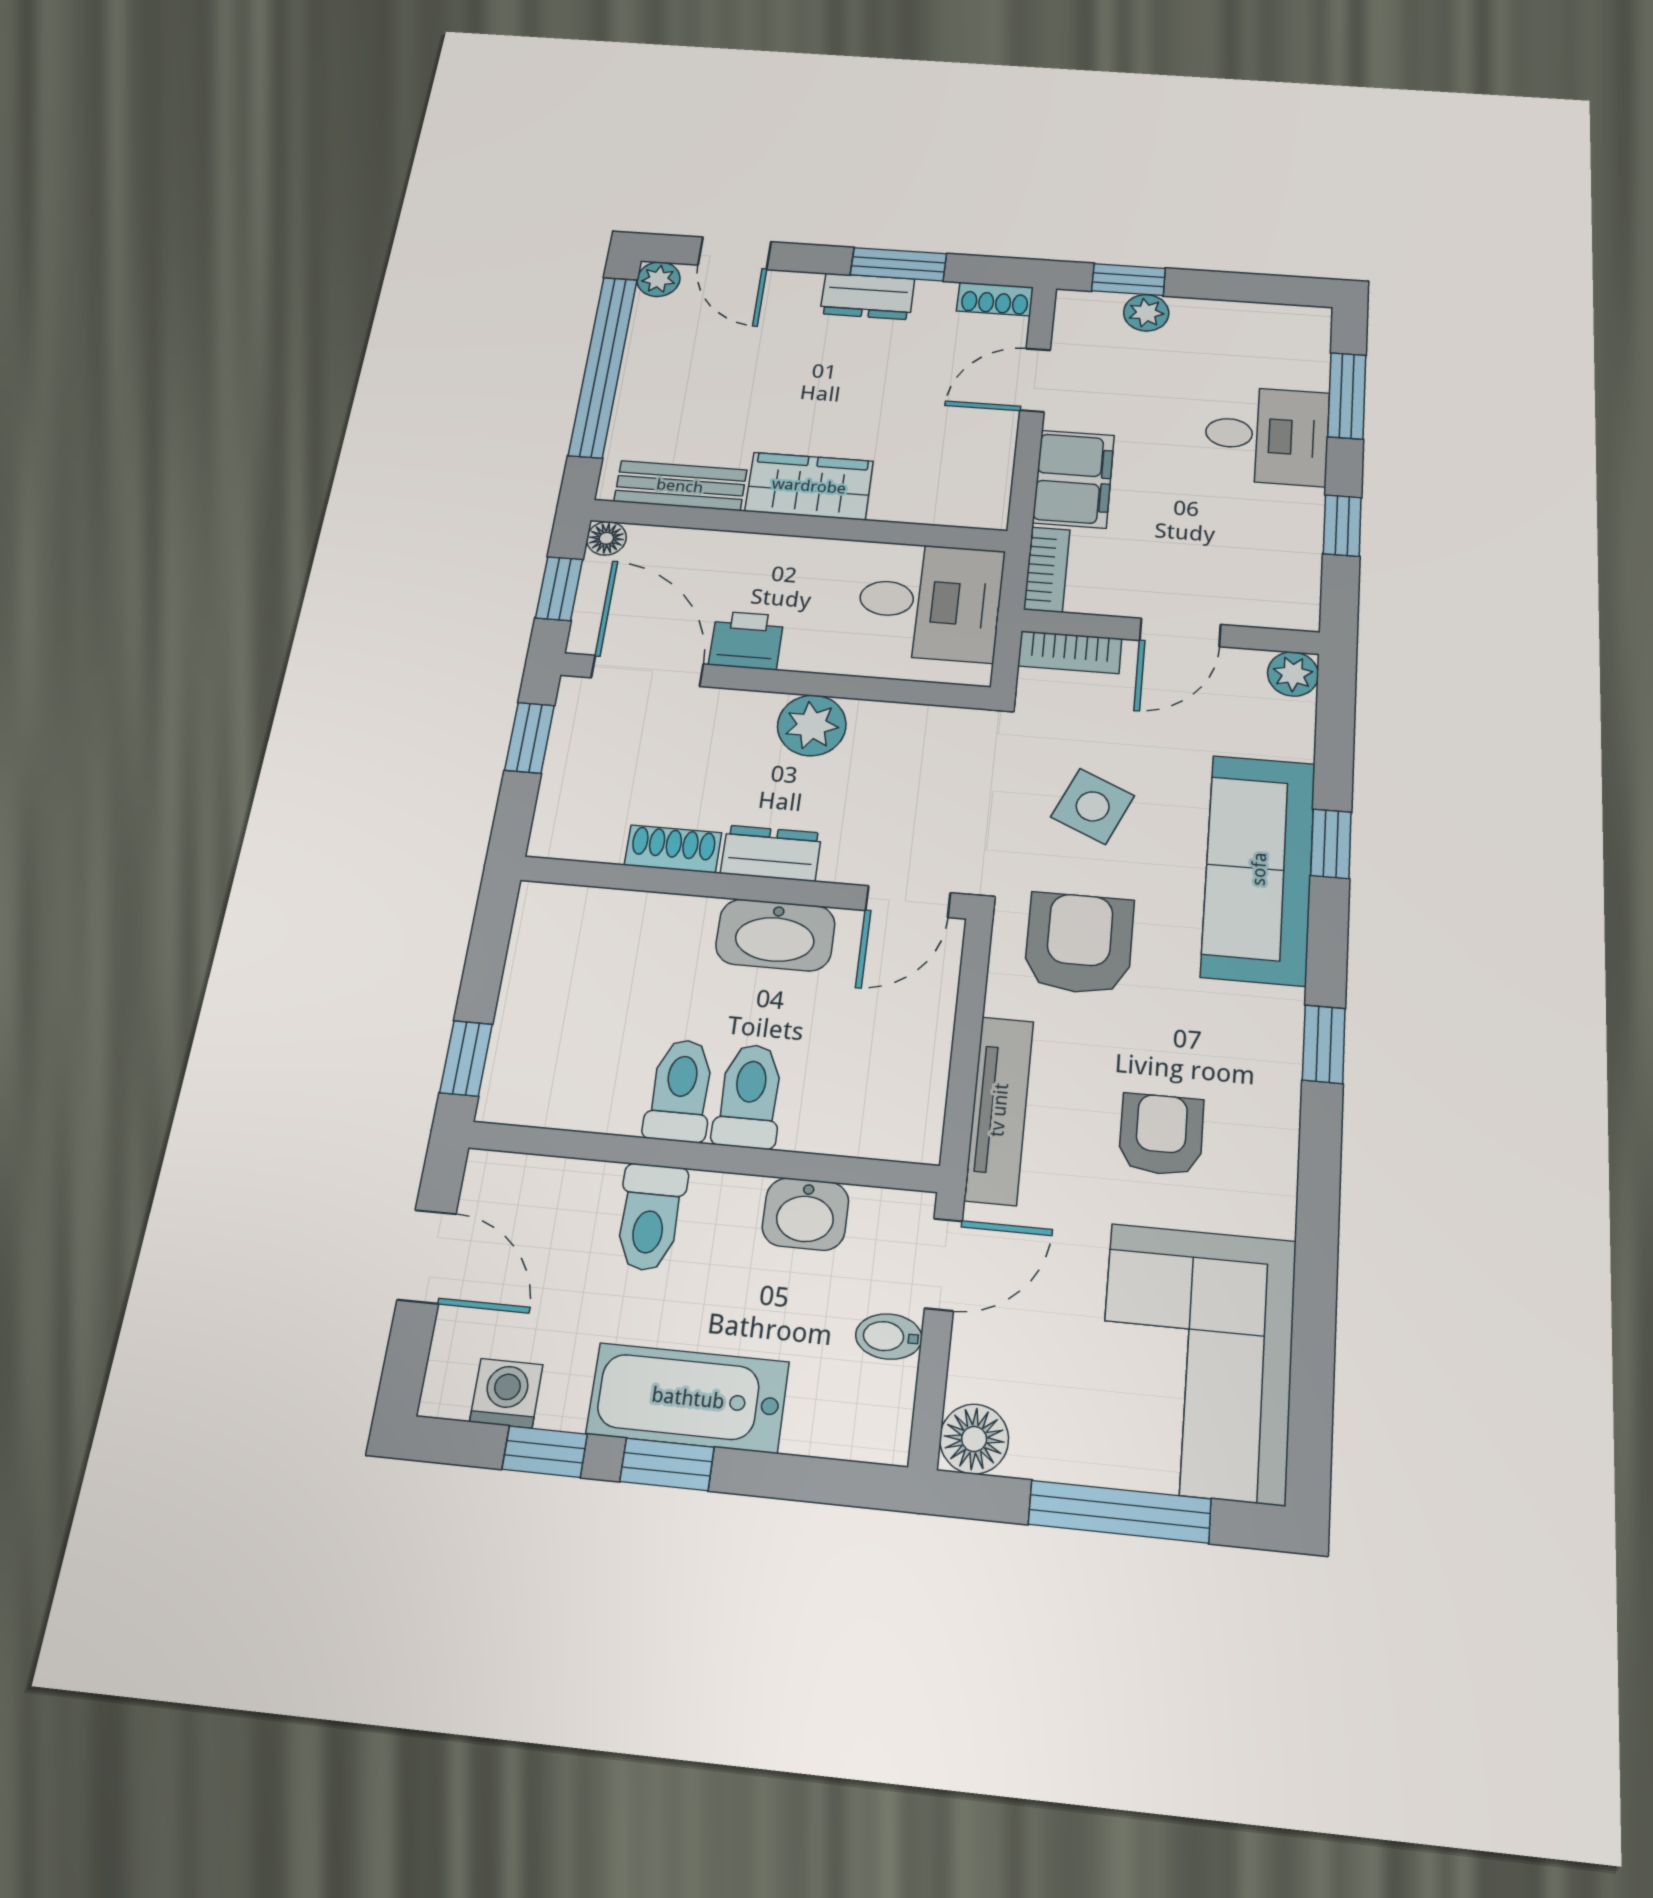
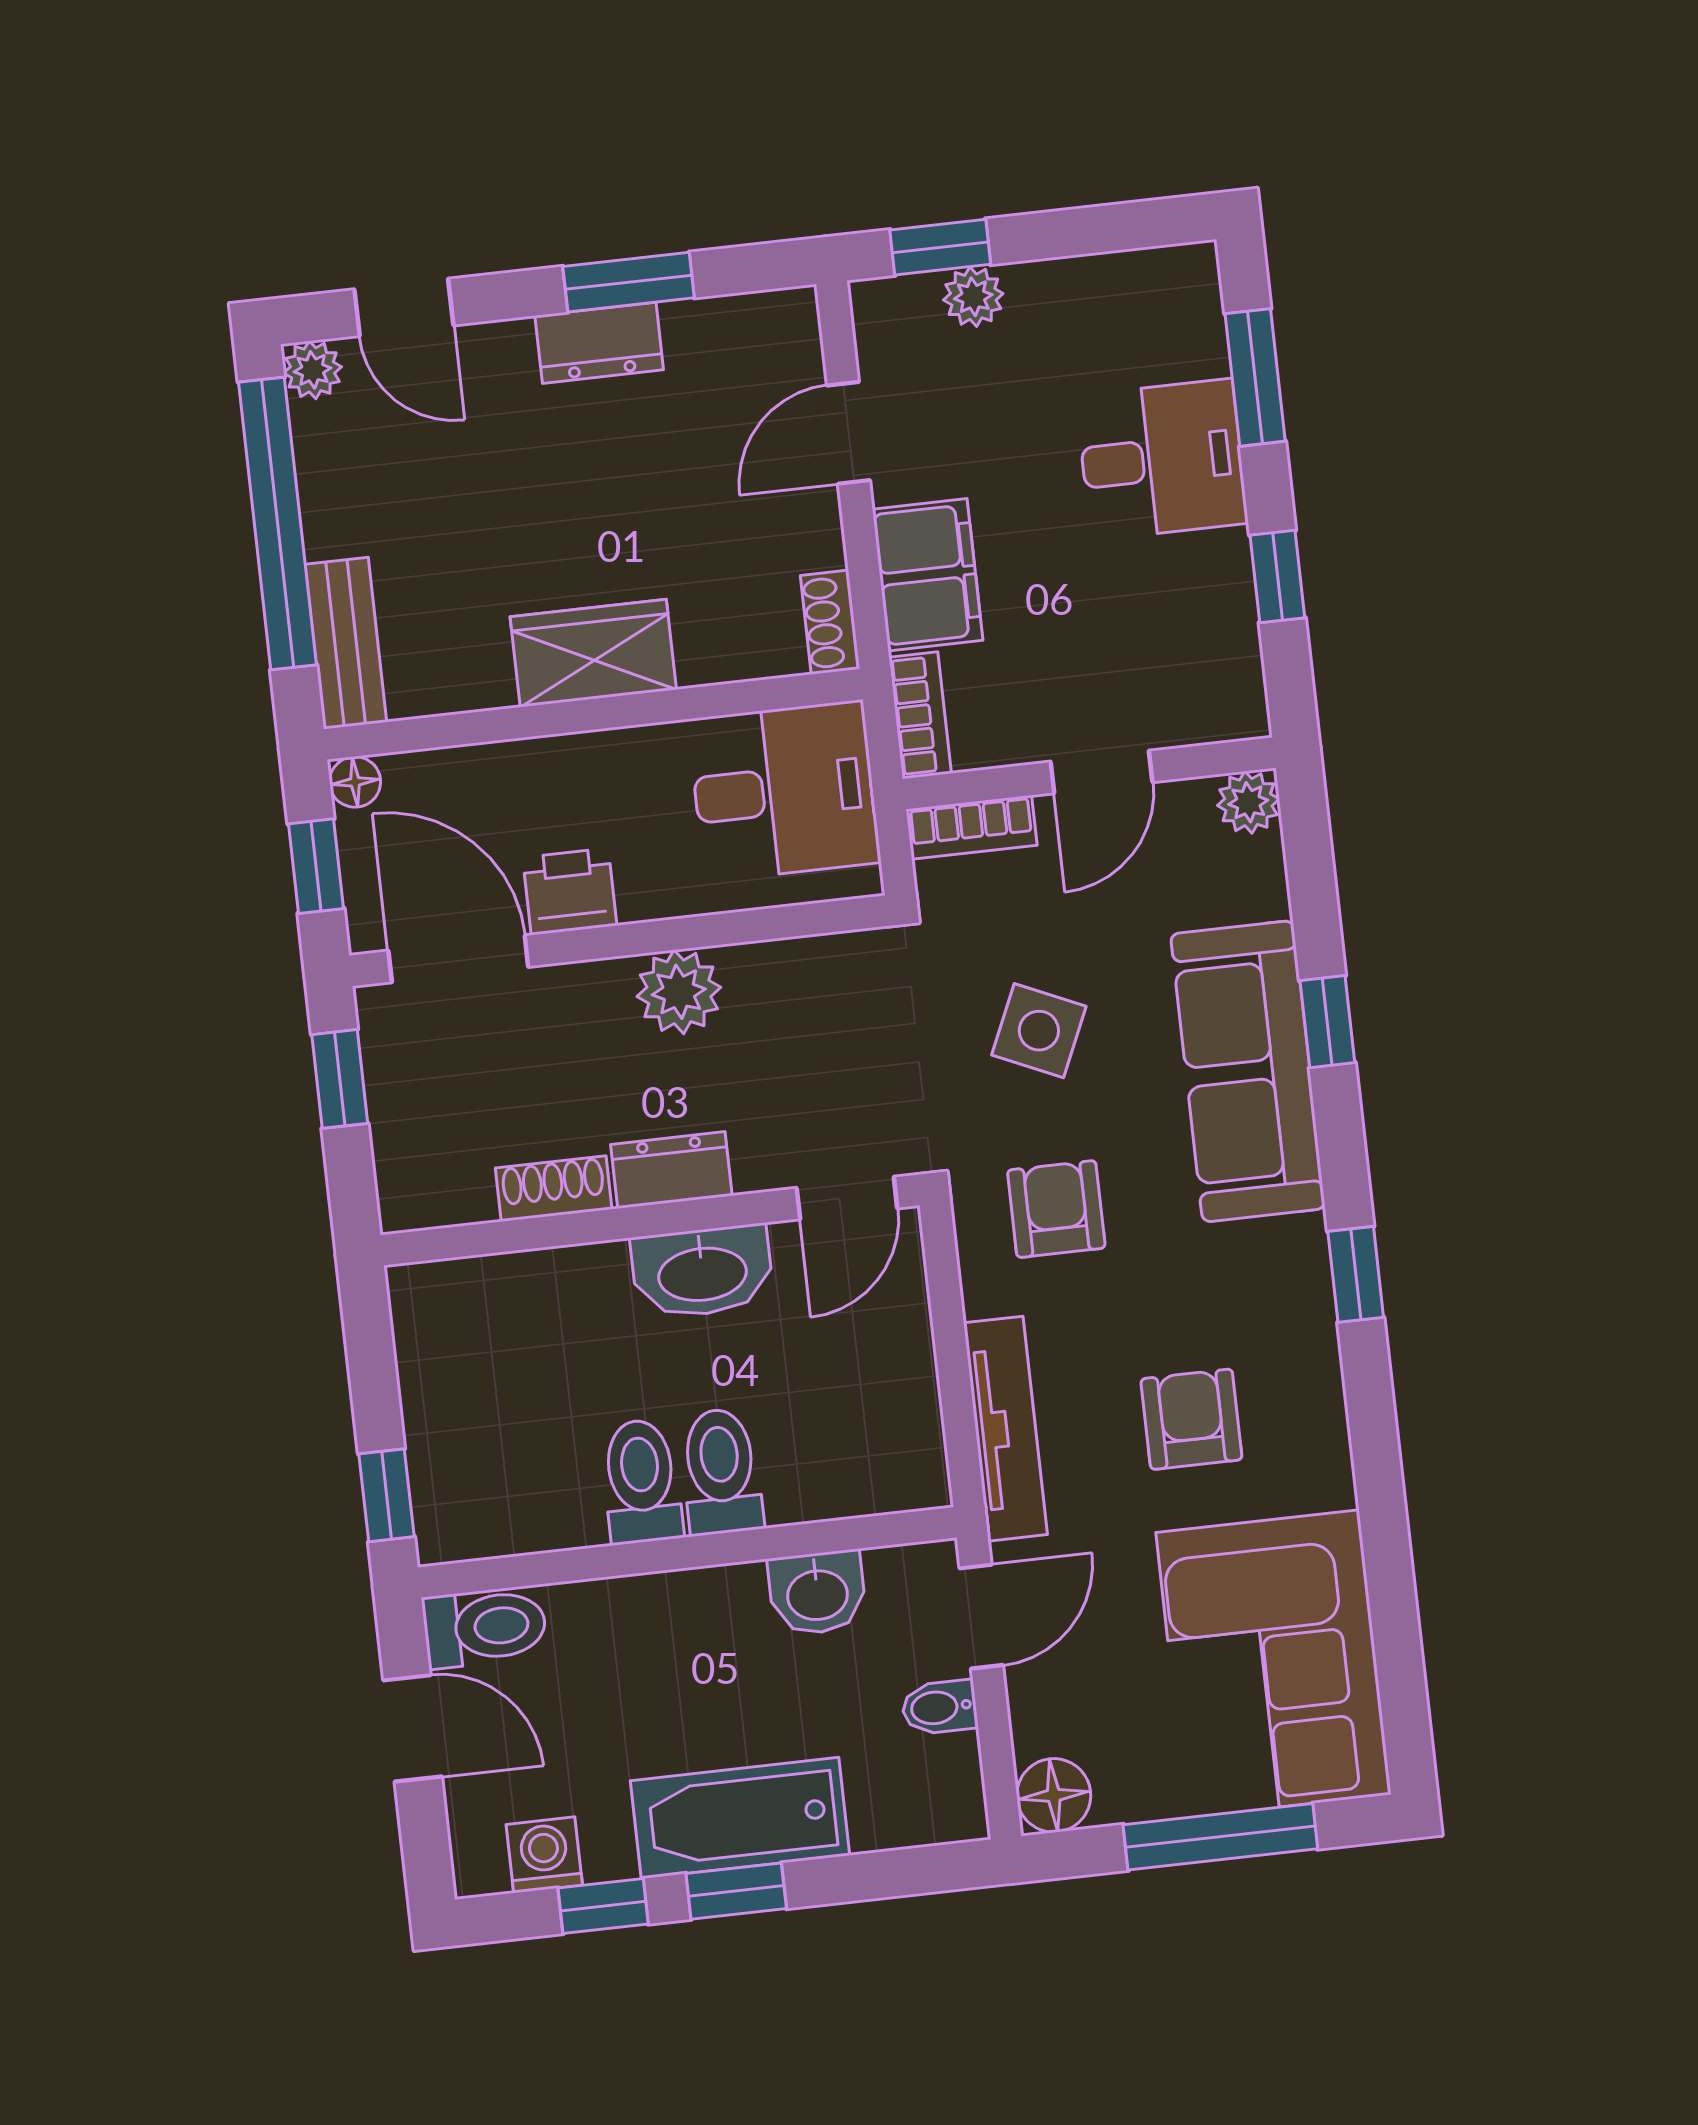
shoe rack: (995, 299) -> (830, 622), moved, turned 90
bench: (680, 486) -> (346, 643), moved, turned 90
armchair: (1079, 943) -> (1056, 1209), width x0.72, depth x0.72
toilet: (650, 1217) -> (485, 1627), moved, turned -90

